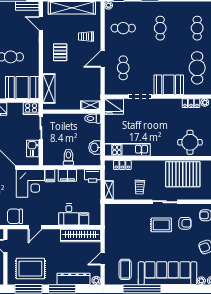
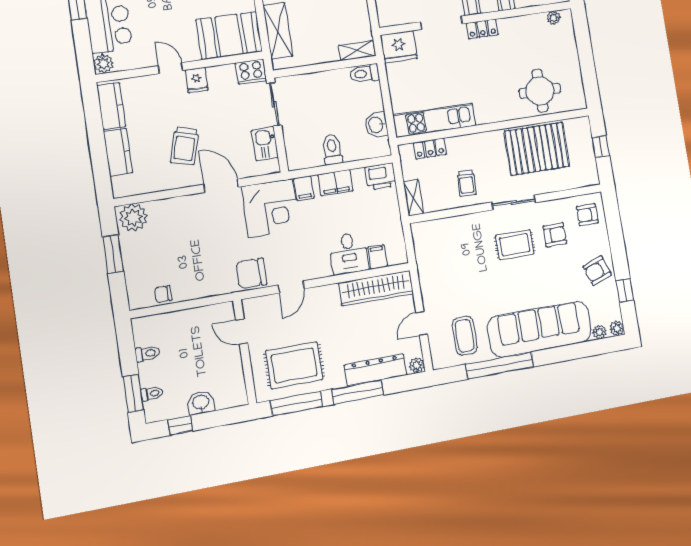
locker: (191, 103) -> (482, 29), moved

